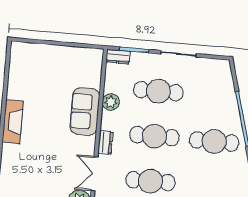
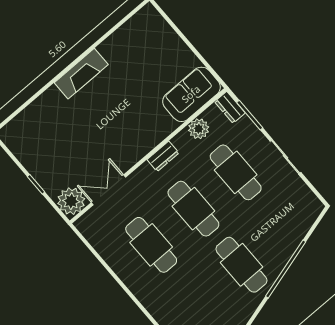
plant: (111, 102) -> (199, 129), moved
sofa: (85, 111) -> (191, 94), moved
dresser: (105, 142) -> (163, 156), moved

